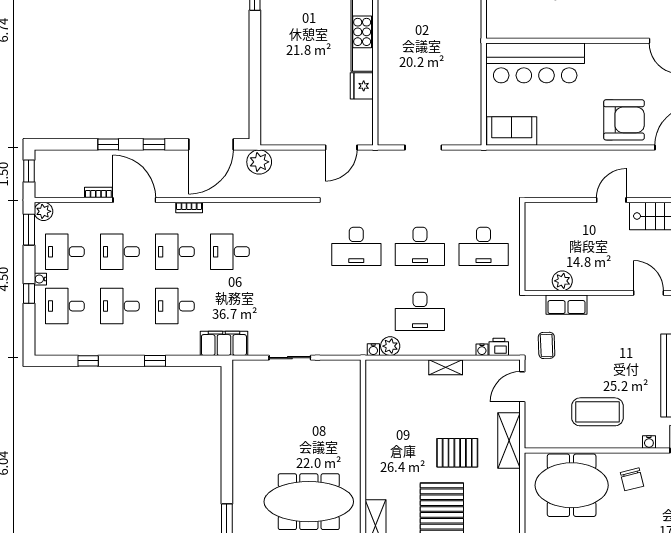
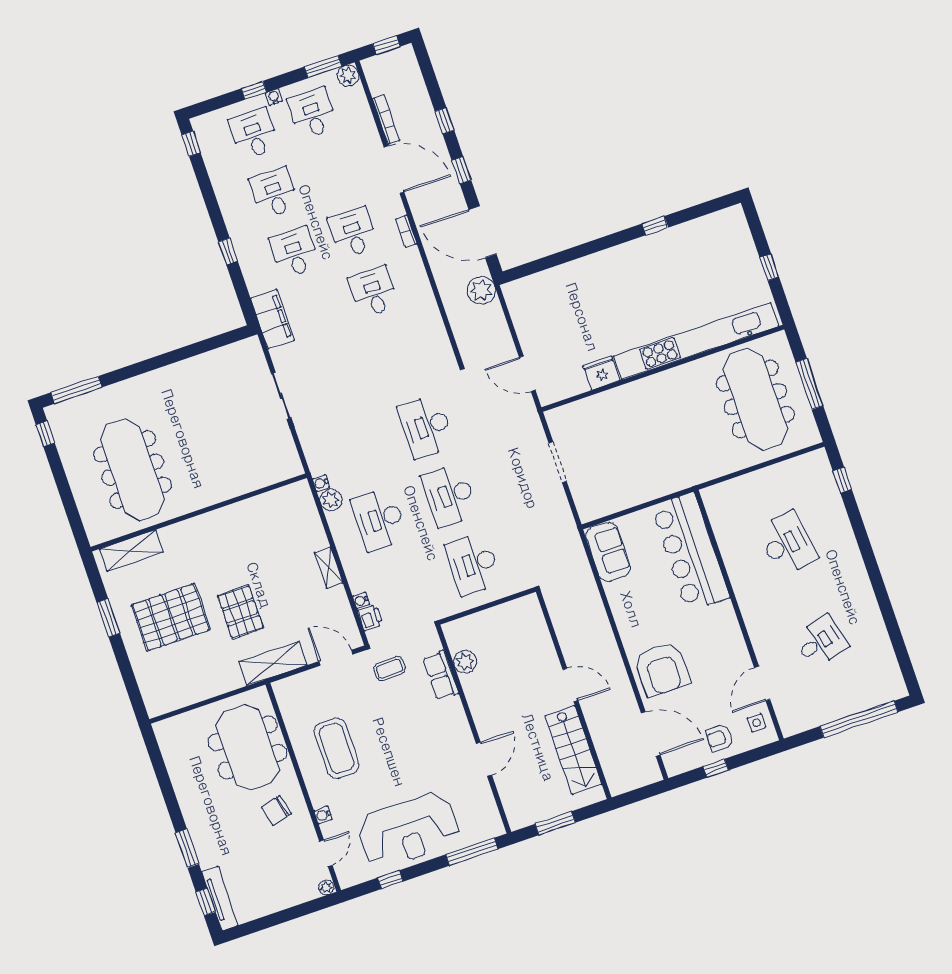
bookcase: (98, 193) -> (386, 120), width x1.56
door: (134, 200) -> (394, 170), hinge flipped
desk: (120, 252) -> (333, 173), removed
window: (88, 361) -> (191, 144), moved

